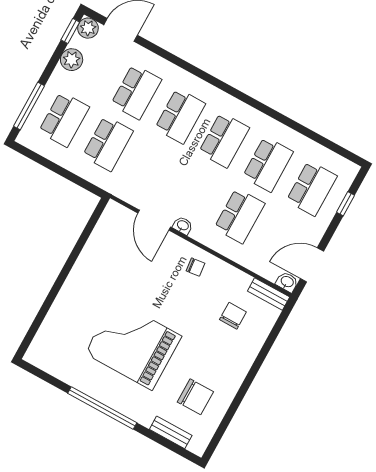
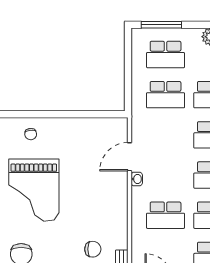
chair: (195, 267) -> (31, 134), moved
grand piano: (133, 345) -> (34, 190), turned 180

